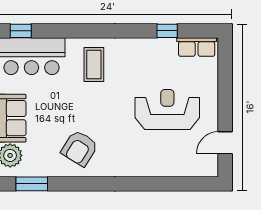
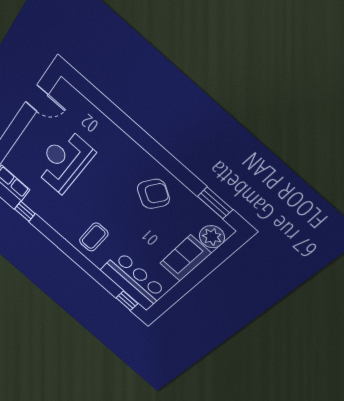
reception desk: (167, 110) -> (64, 161), turned 90

